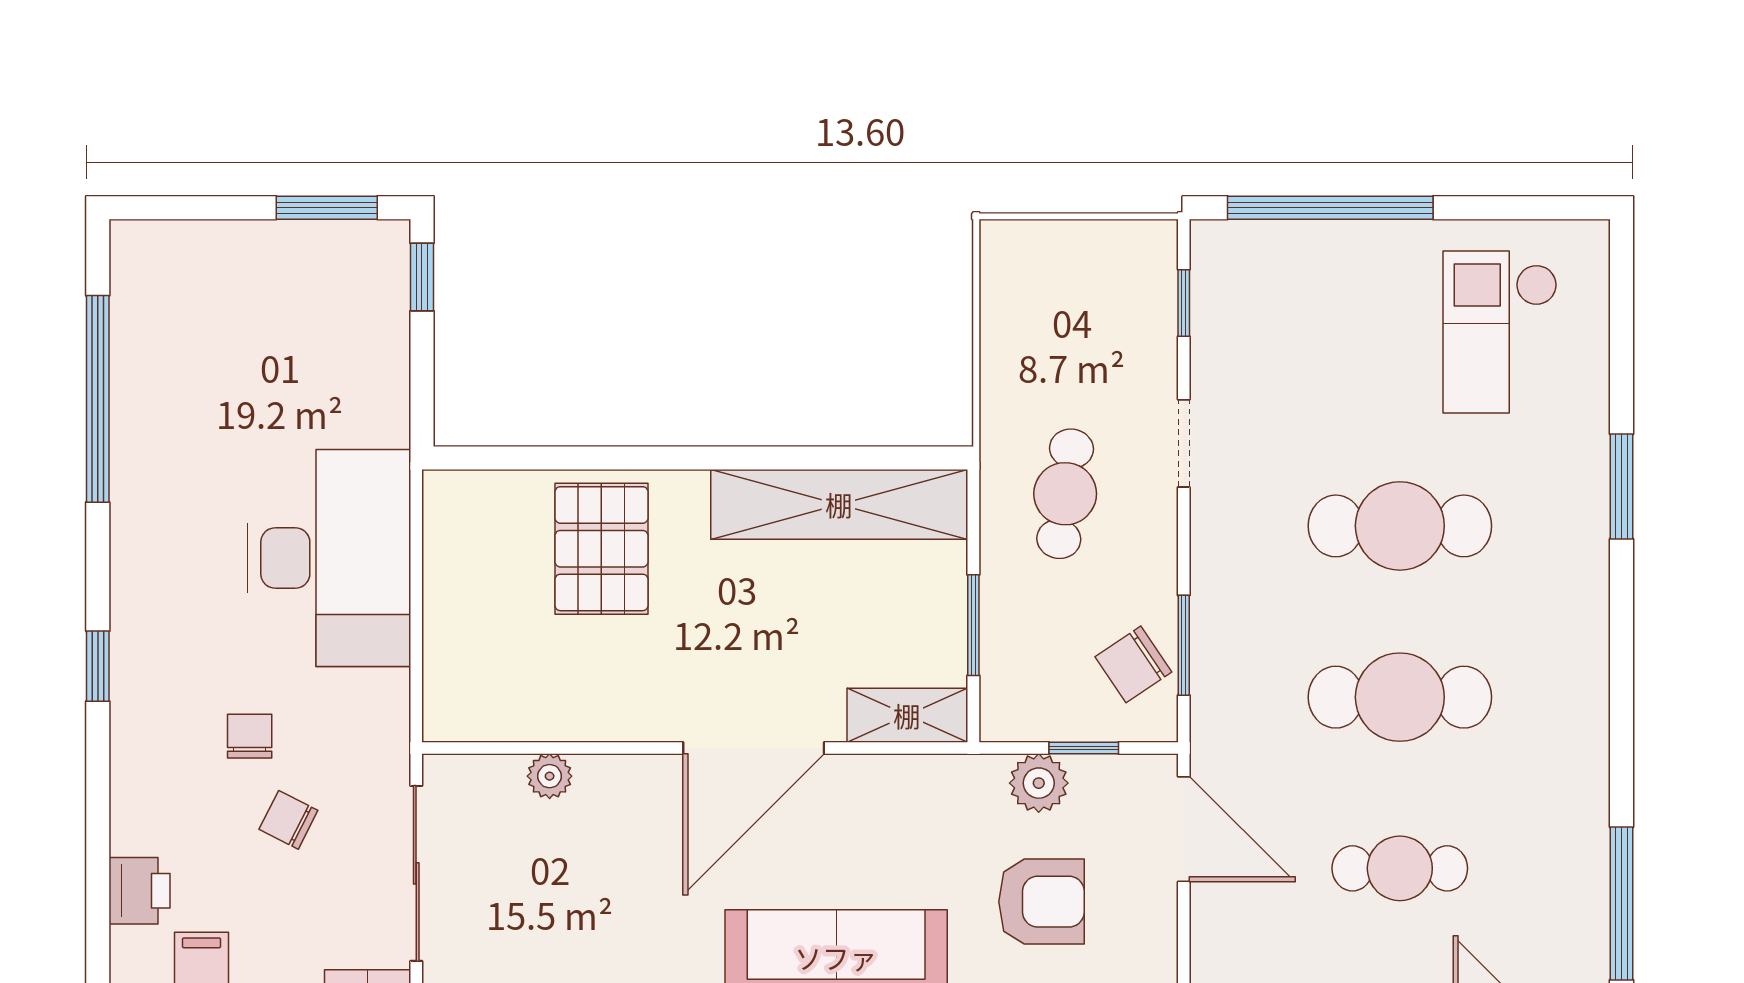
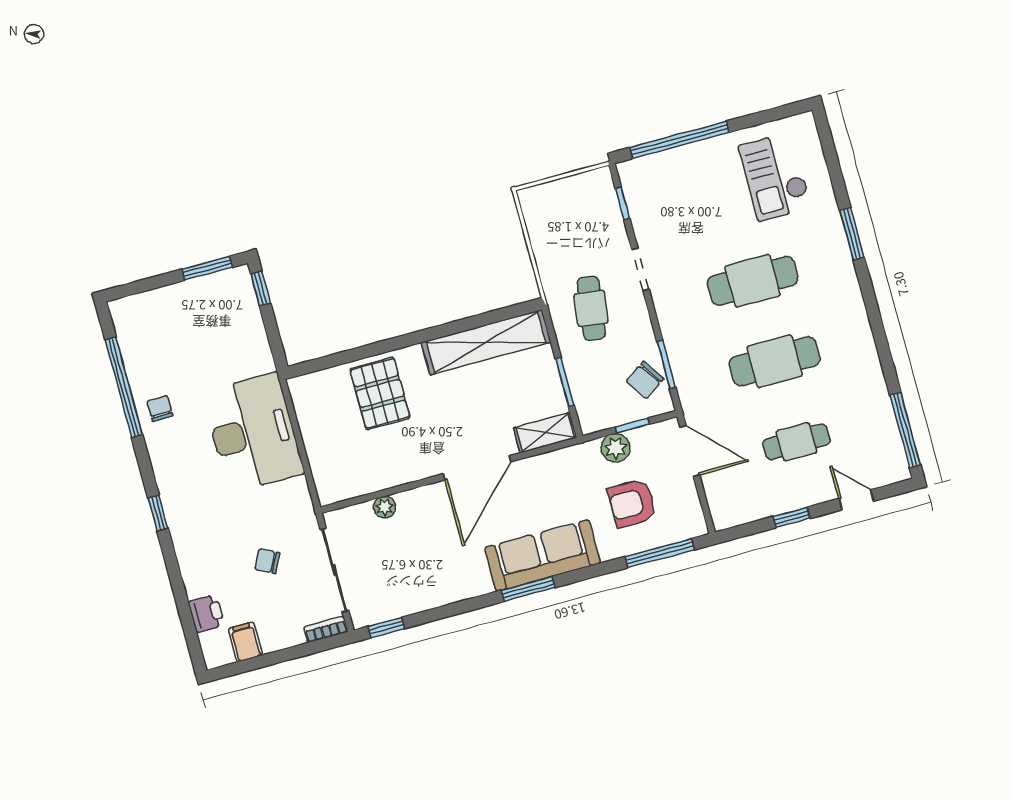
chair: (250, 736) -> (160, 408), moved
armchair: (1041, 902) -> (632, 503), turned 180

